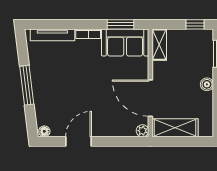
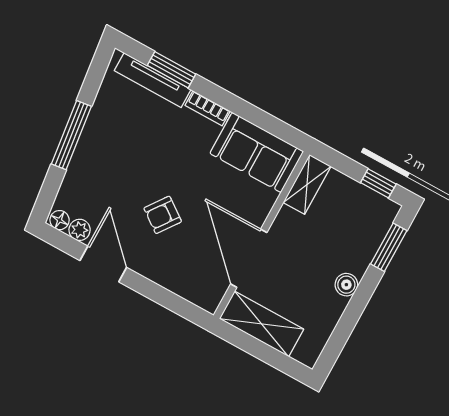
window: (121, 24) -> (172, 70), moved
armchair: (95, 100) -> (163, 215), added
plant: (143, 131) -> (80, 230), moved
door: (79, 141) -> (103, 264), hinge flipped

